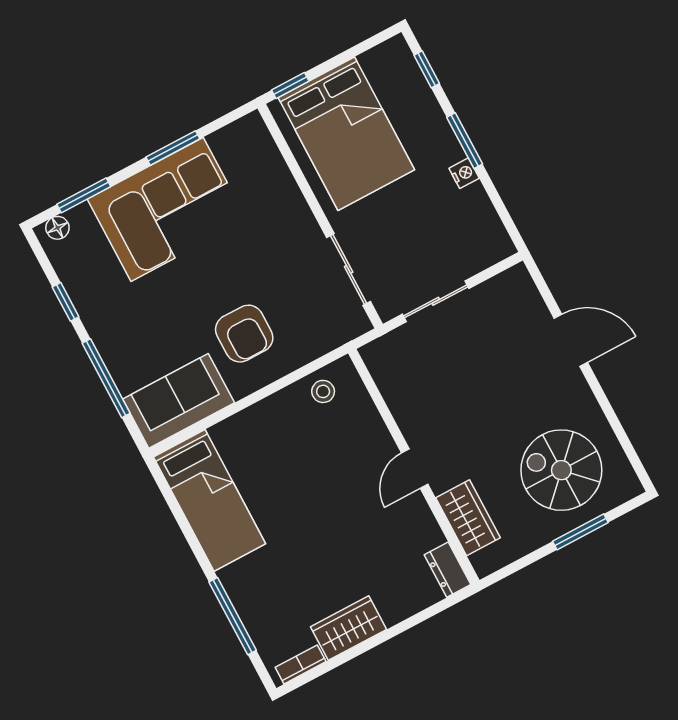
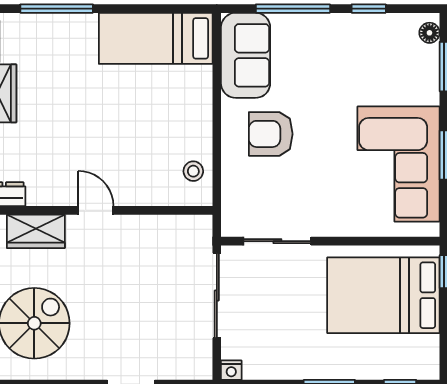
nightstand: (464, 173) -> (231, 370), moved
corner sofa: (167, 209) -> (398, 164), moved
sliding door: (436, 301) -> (217, 295), width x1.37

